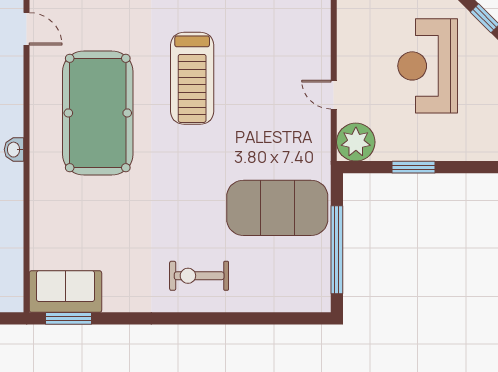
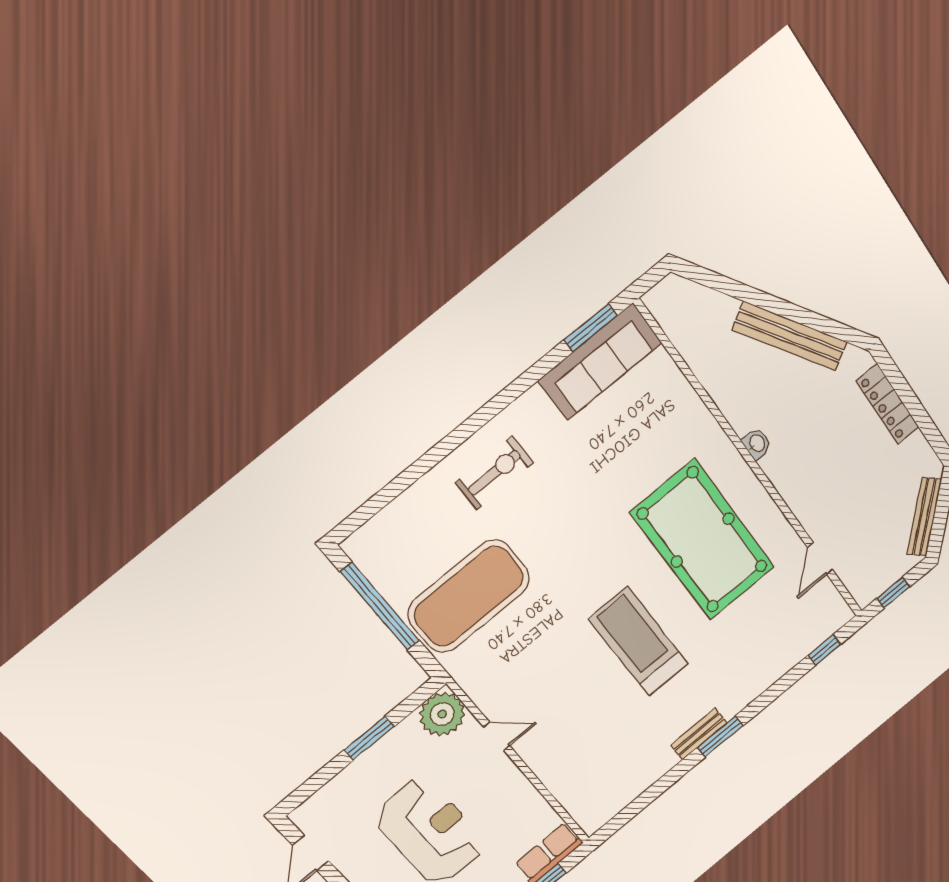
door: (27, 29) -> (820, 559), hinge flipped
sofa: (65, 292) -> (600, 362), width x1.36

